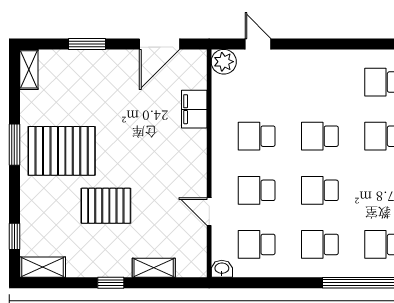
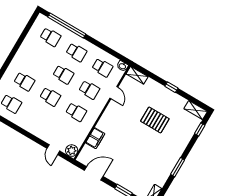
pallet: (62, 151) -> (160, 153), removed
shelving: (154, 268) -> (137, 75), moved

